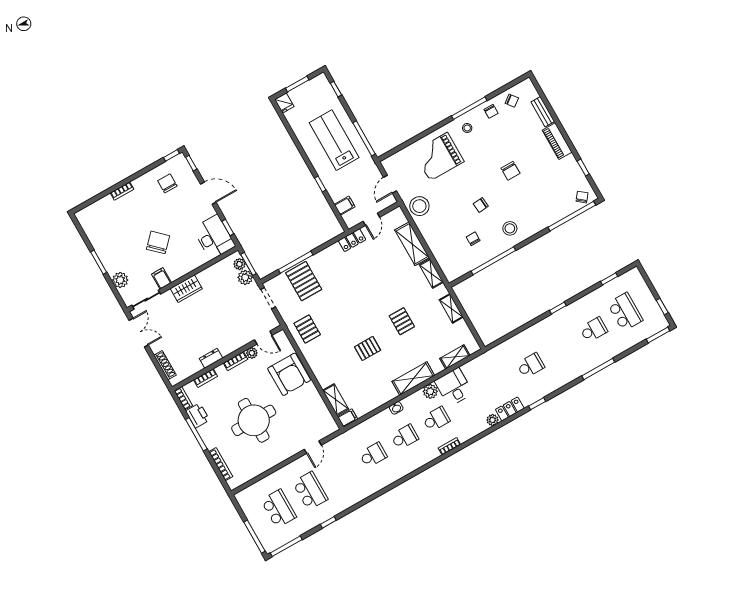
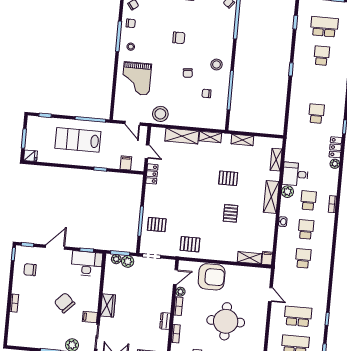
pallet: (304, 281) -> (157, 225), width x0.67, depth x0.71

